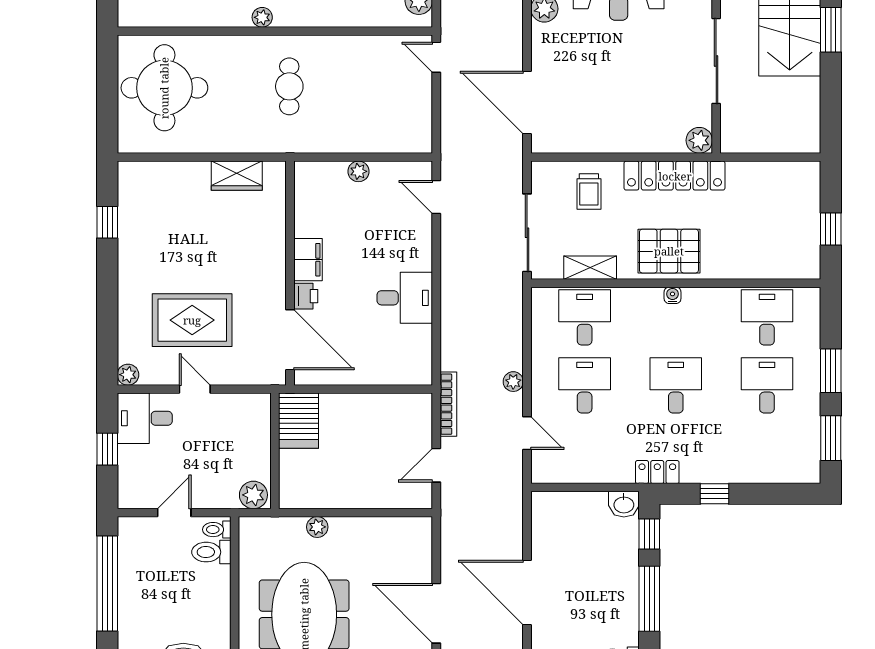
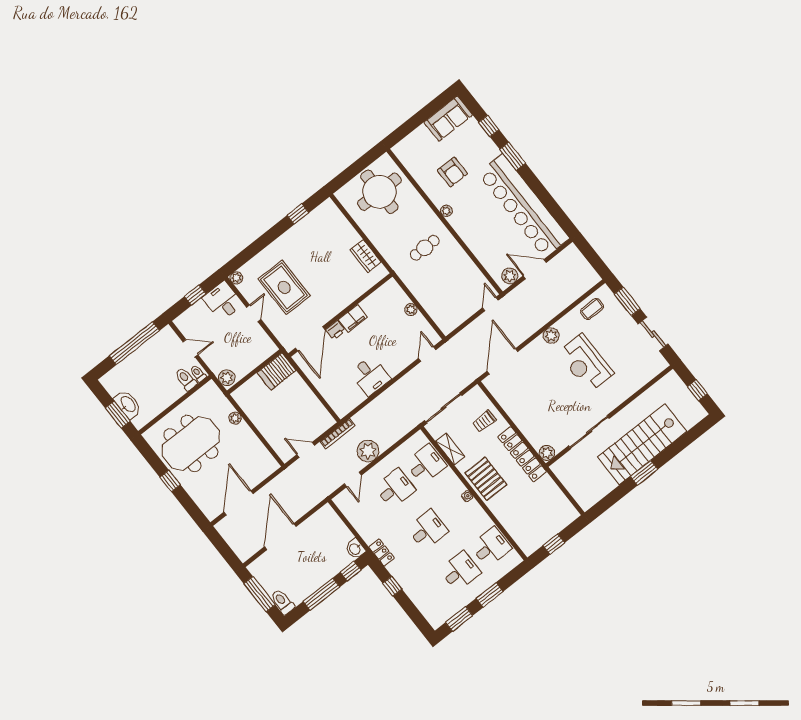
plant: (513, 382) -> (368, 451), width x1.88, depth x1.88

